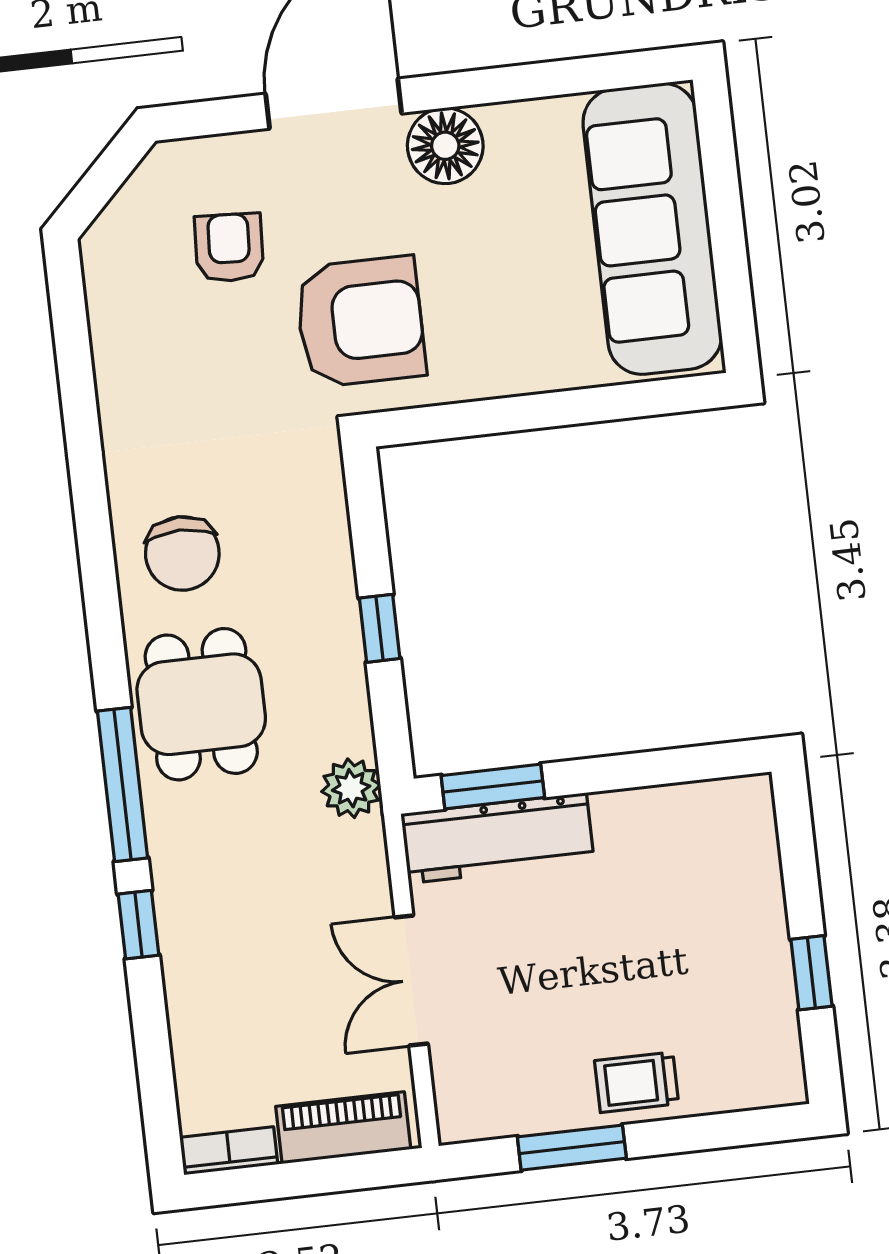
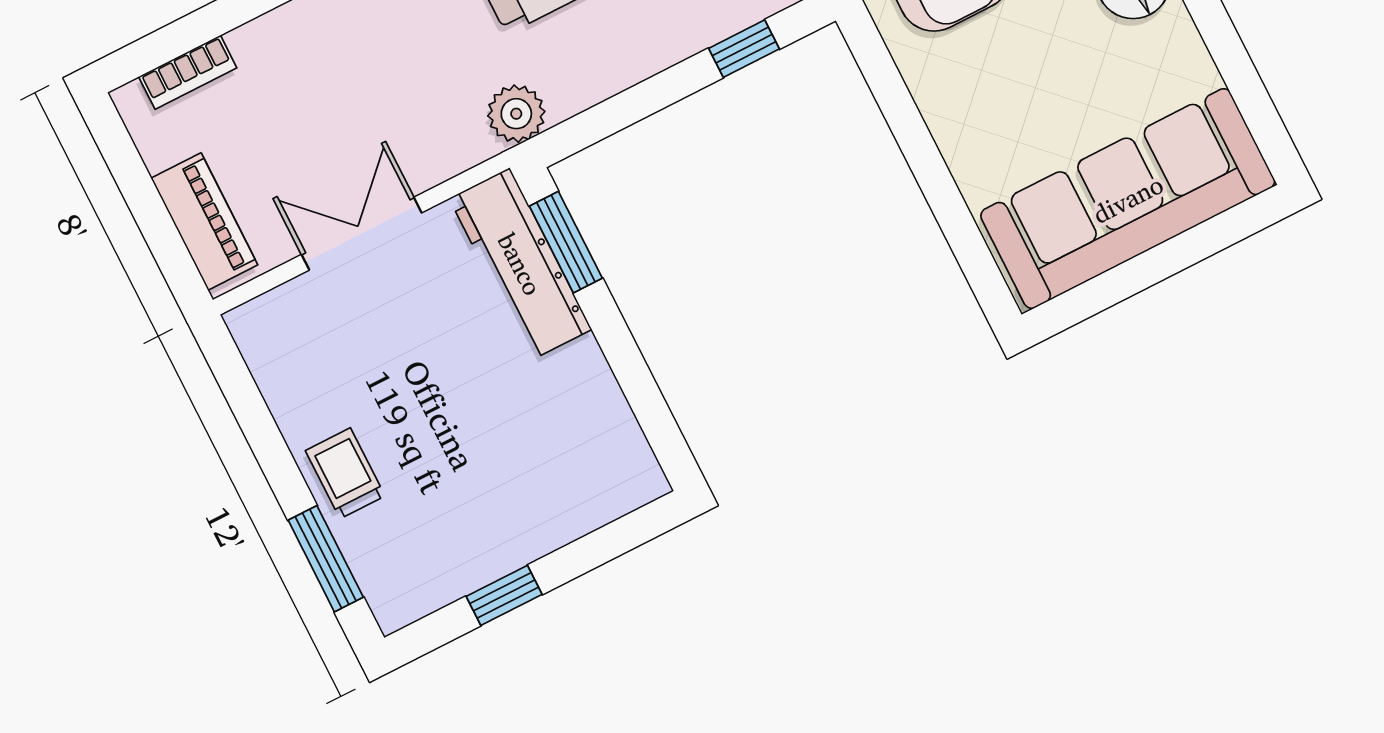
window: (380, 628) -> (744, 49), moved
window: (572, 1148) -> (326, 559), moved
bookcase: (229, 1151) -> (188, 72), moved, turned 90

